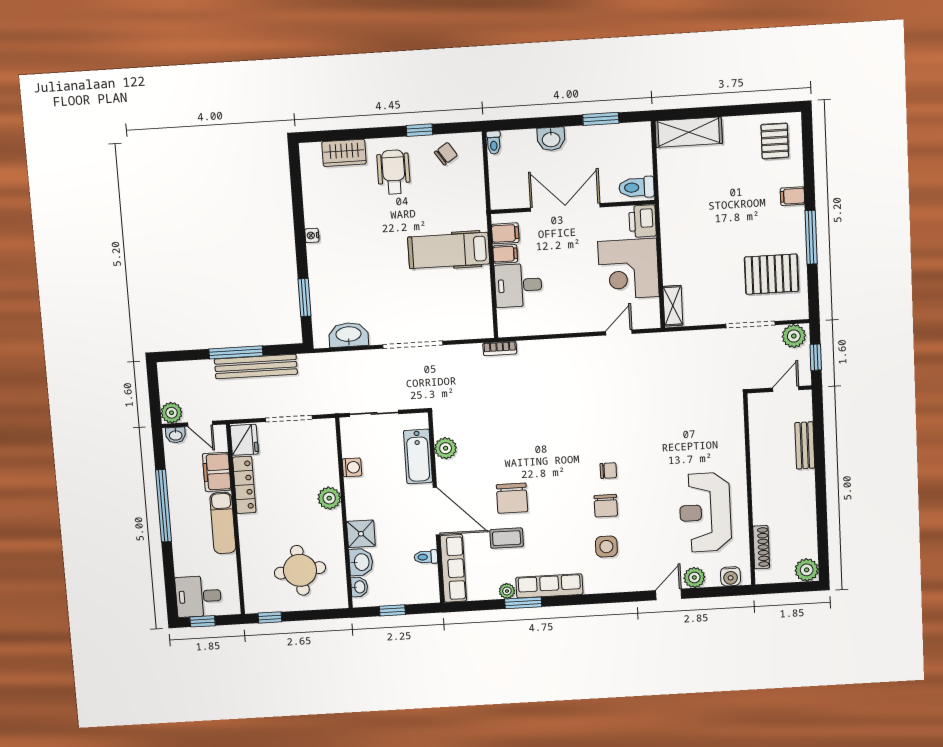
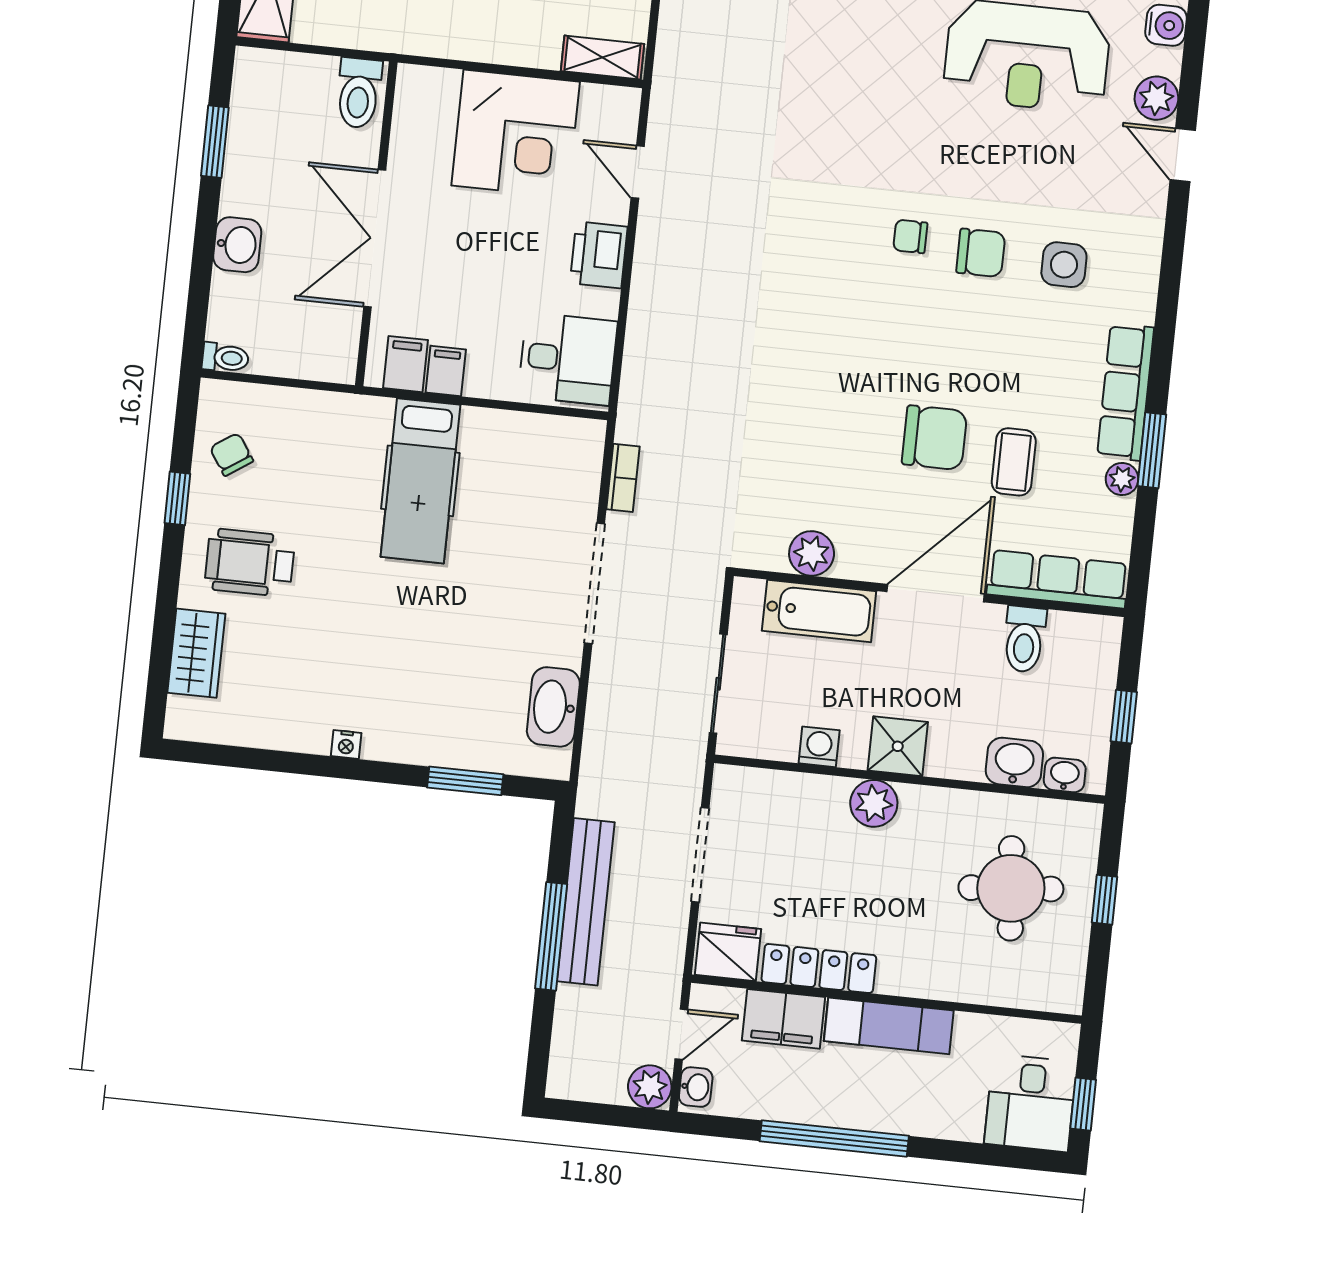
printer: (643, 221) -> (599, 255), moved, turned 90
desk: (518, 285) -> (568, 359), moved, turned -90
bookcase: (500, 348) -> (623, 478), moved
chair: (608, 471) -> (910, 236), turned -90
shower: (361, 534) -> (898, 746), moved
toilet: (426, 557) -> (1024, 639), width x1.37, depth x1.39
window: (270, 617) -> (1105, 900), moved

